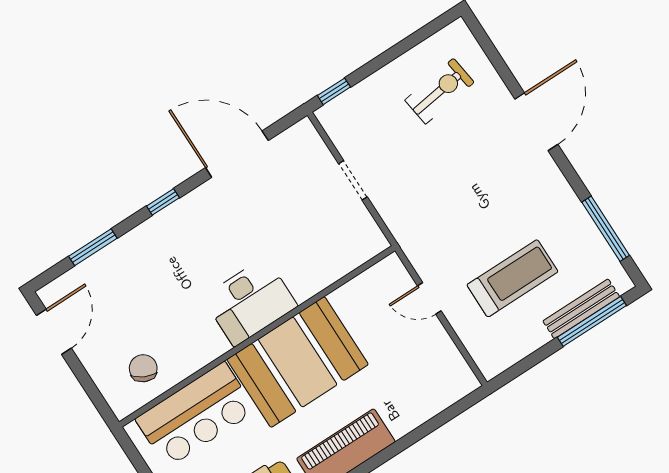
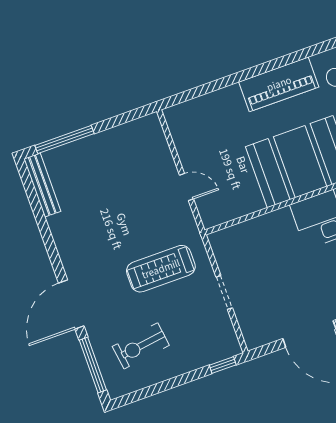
window: (606, 229) -> (93, 365), moved
treadmill: (512, 278) -> (161, 269), moved
bench: (581, 309) -> (42, 185), moved, turned 90

